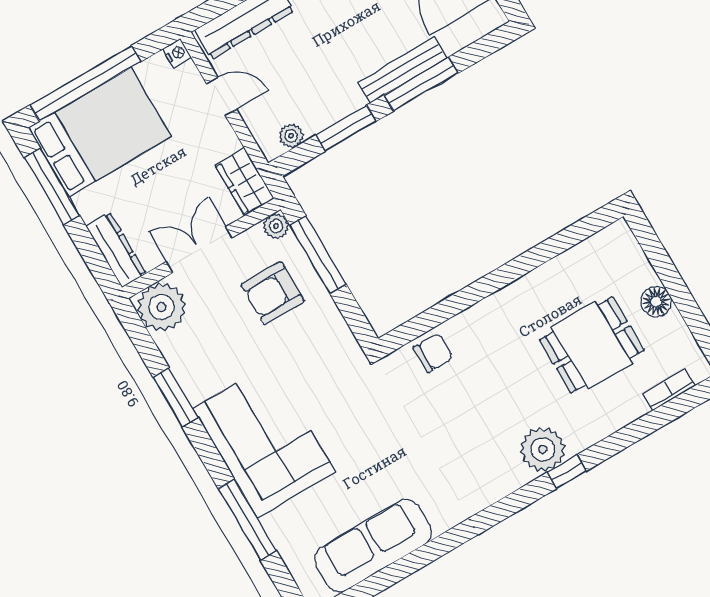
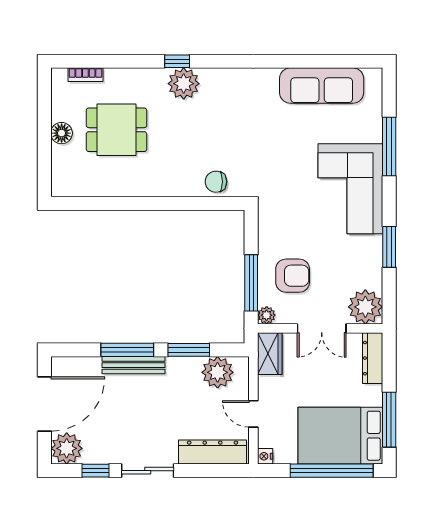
plant: (291, 136) -> (218, 372), width x1.88, depth x1.88

